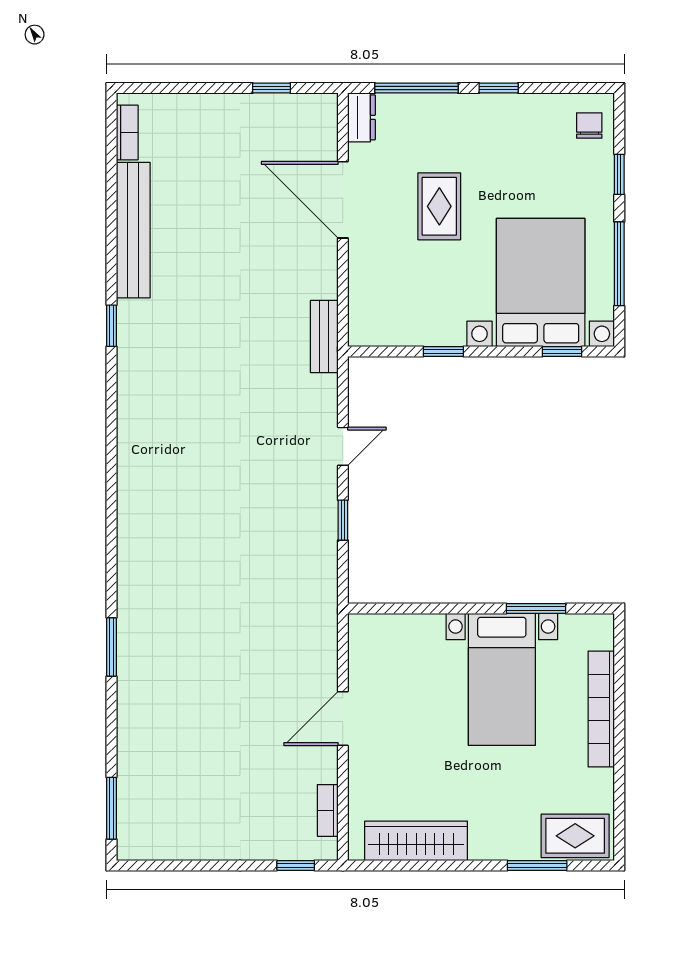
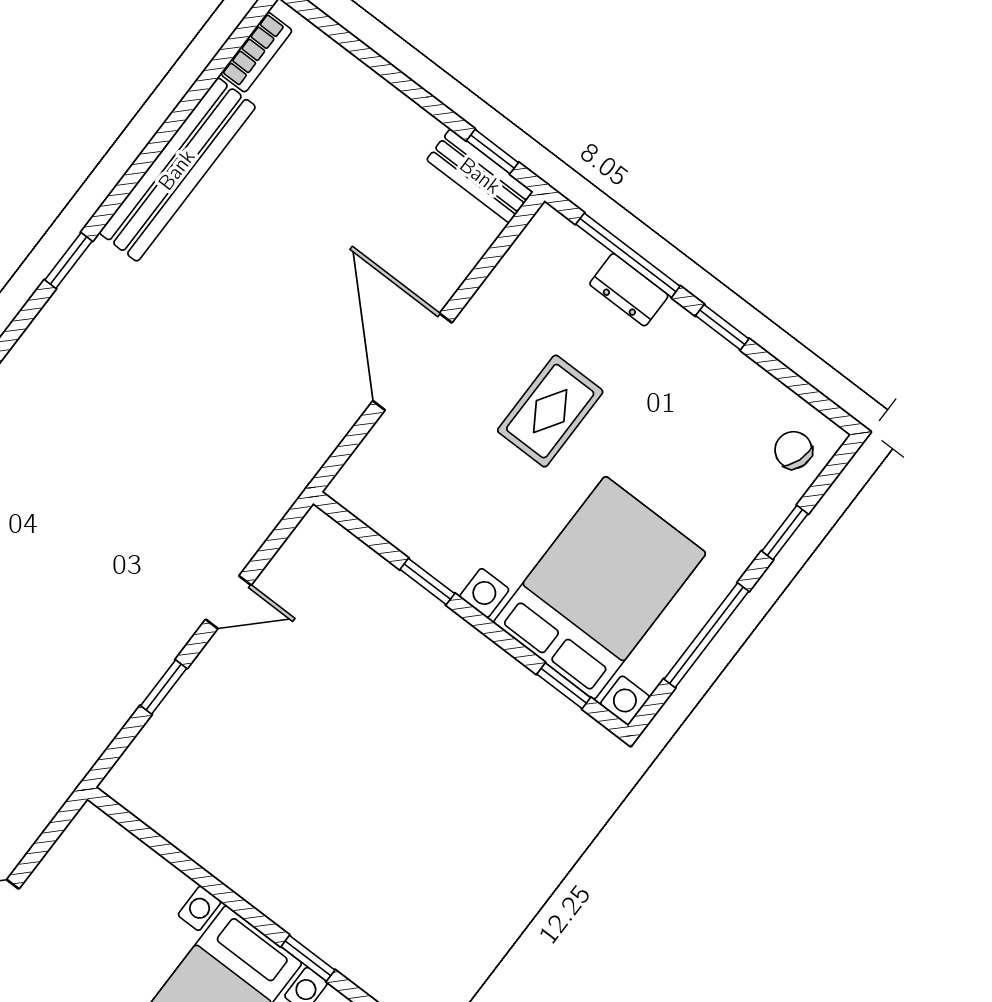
window: (271, 88) -> (492, 152), moved
dresser: (362, 117) -> (629, 290), moved, turned 90
chair: (589, 126) -> (793, 450), turned -71
door: (343, 200) -> (412, 362), moved
bench: (324, 336) -> (480, 176), moved, turned 90
window: (536, 609) -> (308, 958), width x0.67

